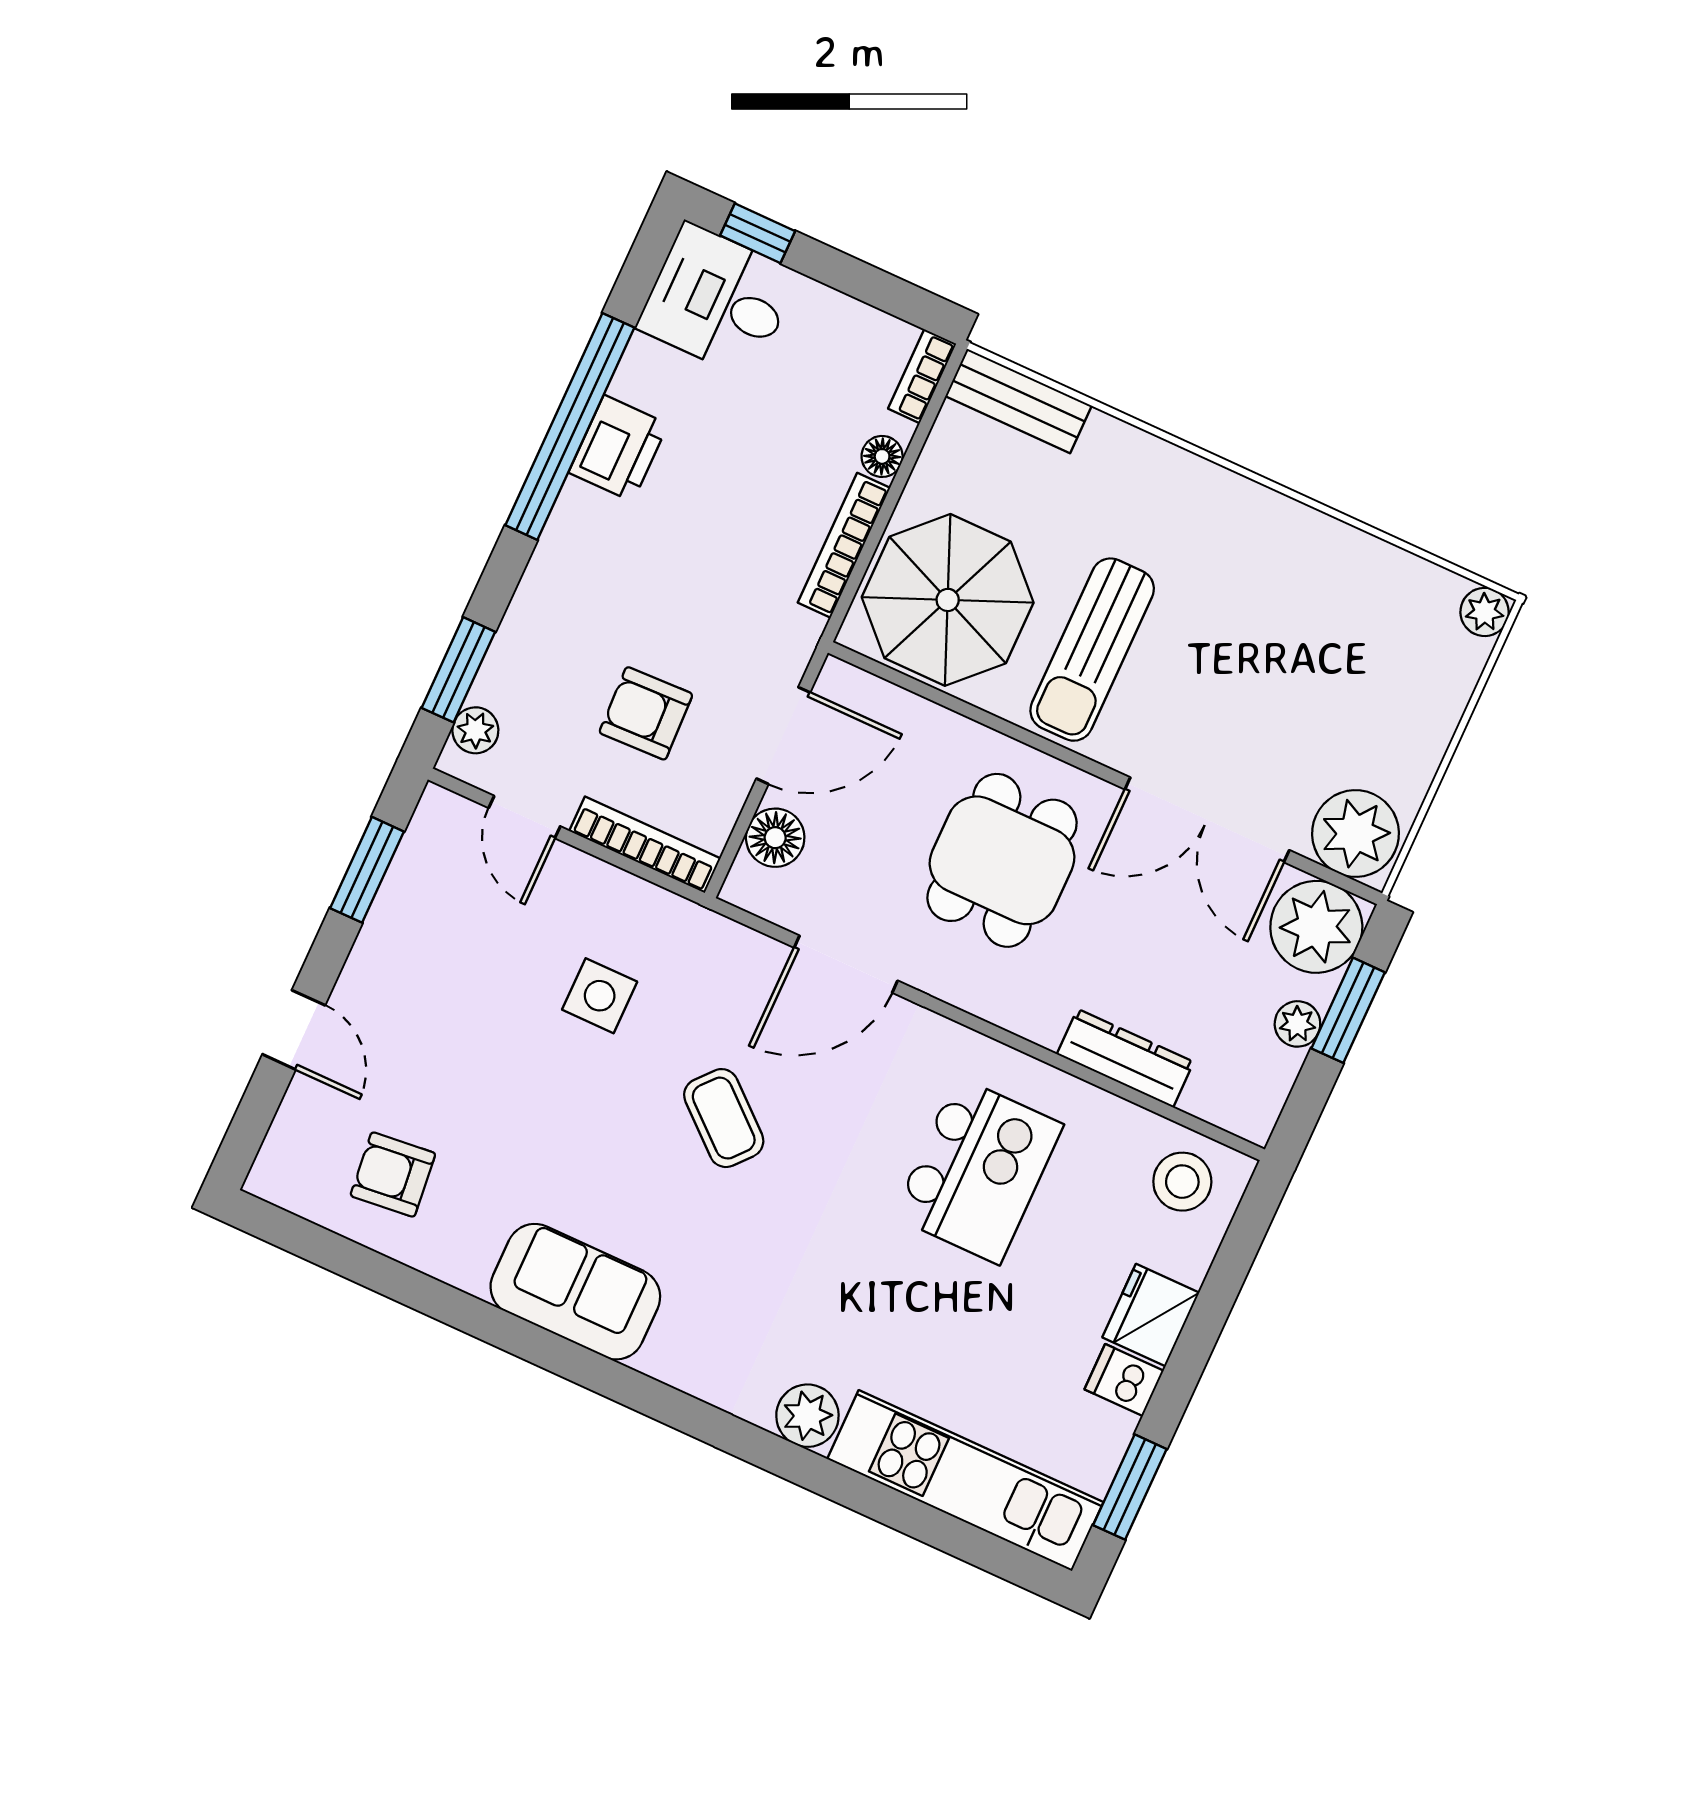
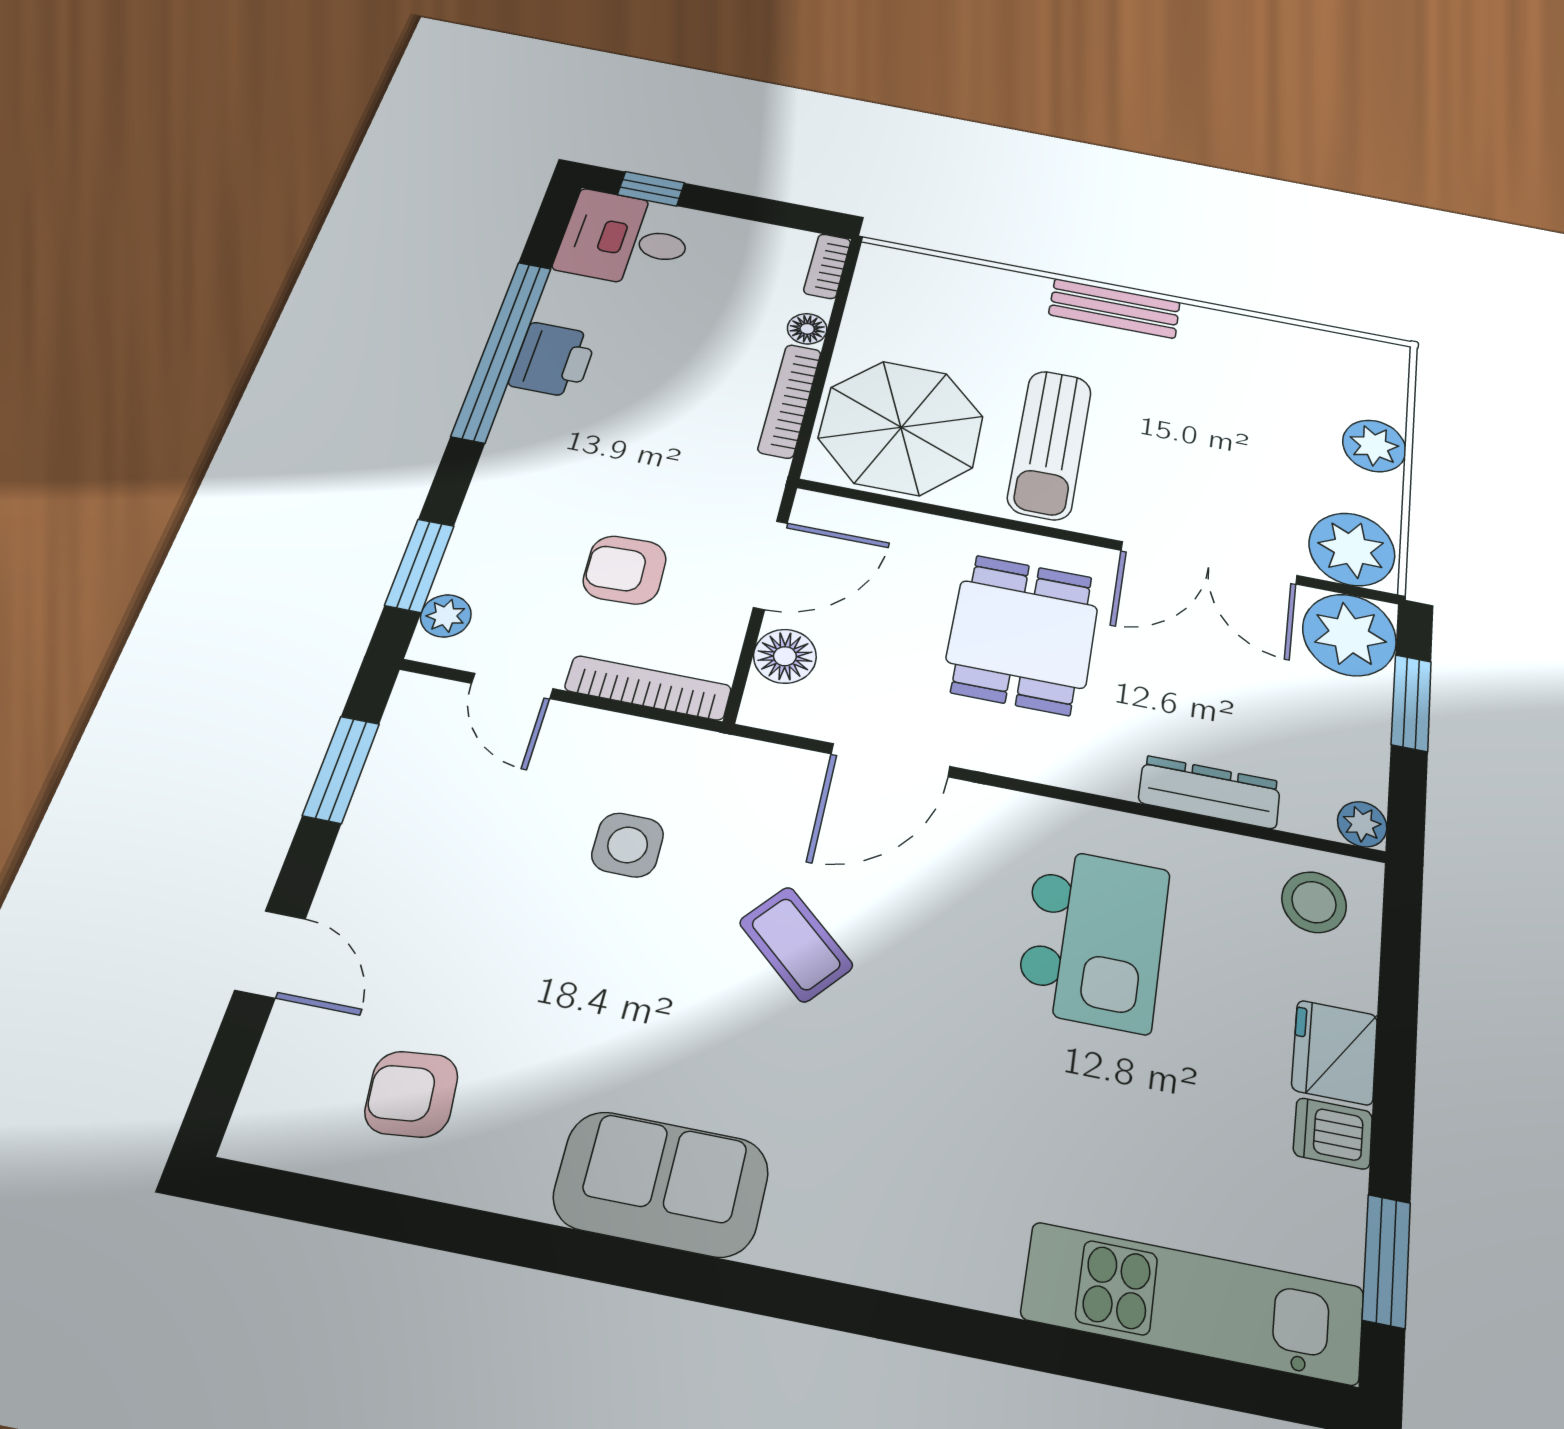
bench: (1019, 401) -> (1115, 308), moved
plant: (1485, 612) -> (1374, 446), moved, width x1.38, depth x1.38
plant: (1297, 1024) -> (1362, 824), moved
plant: (807, 1416) -> (981, 1269), removed

